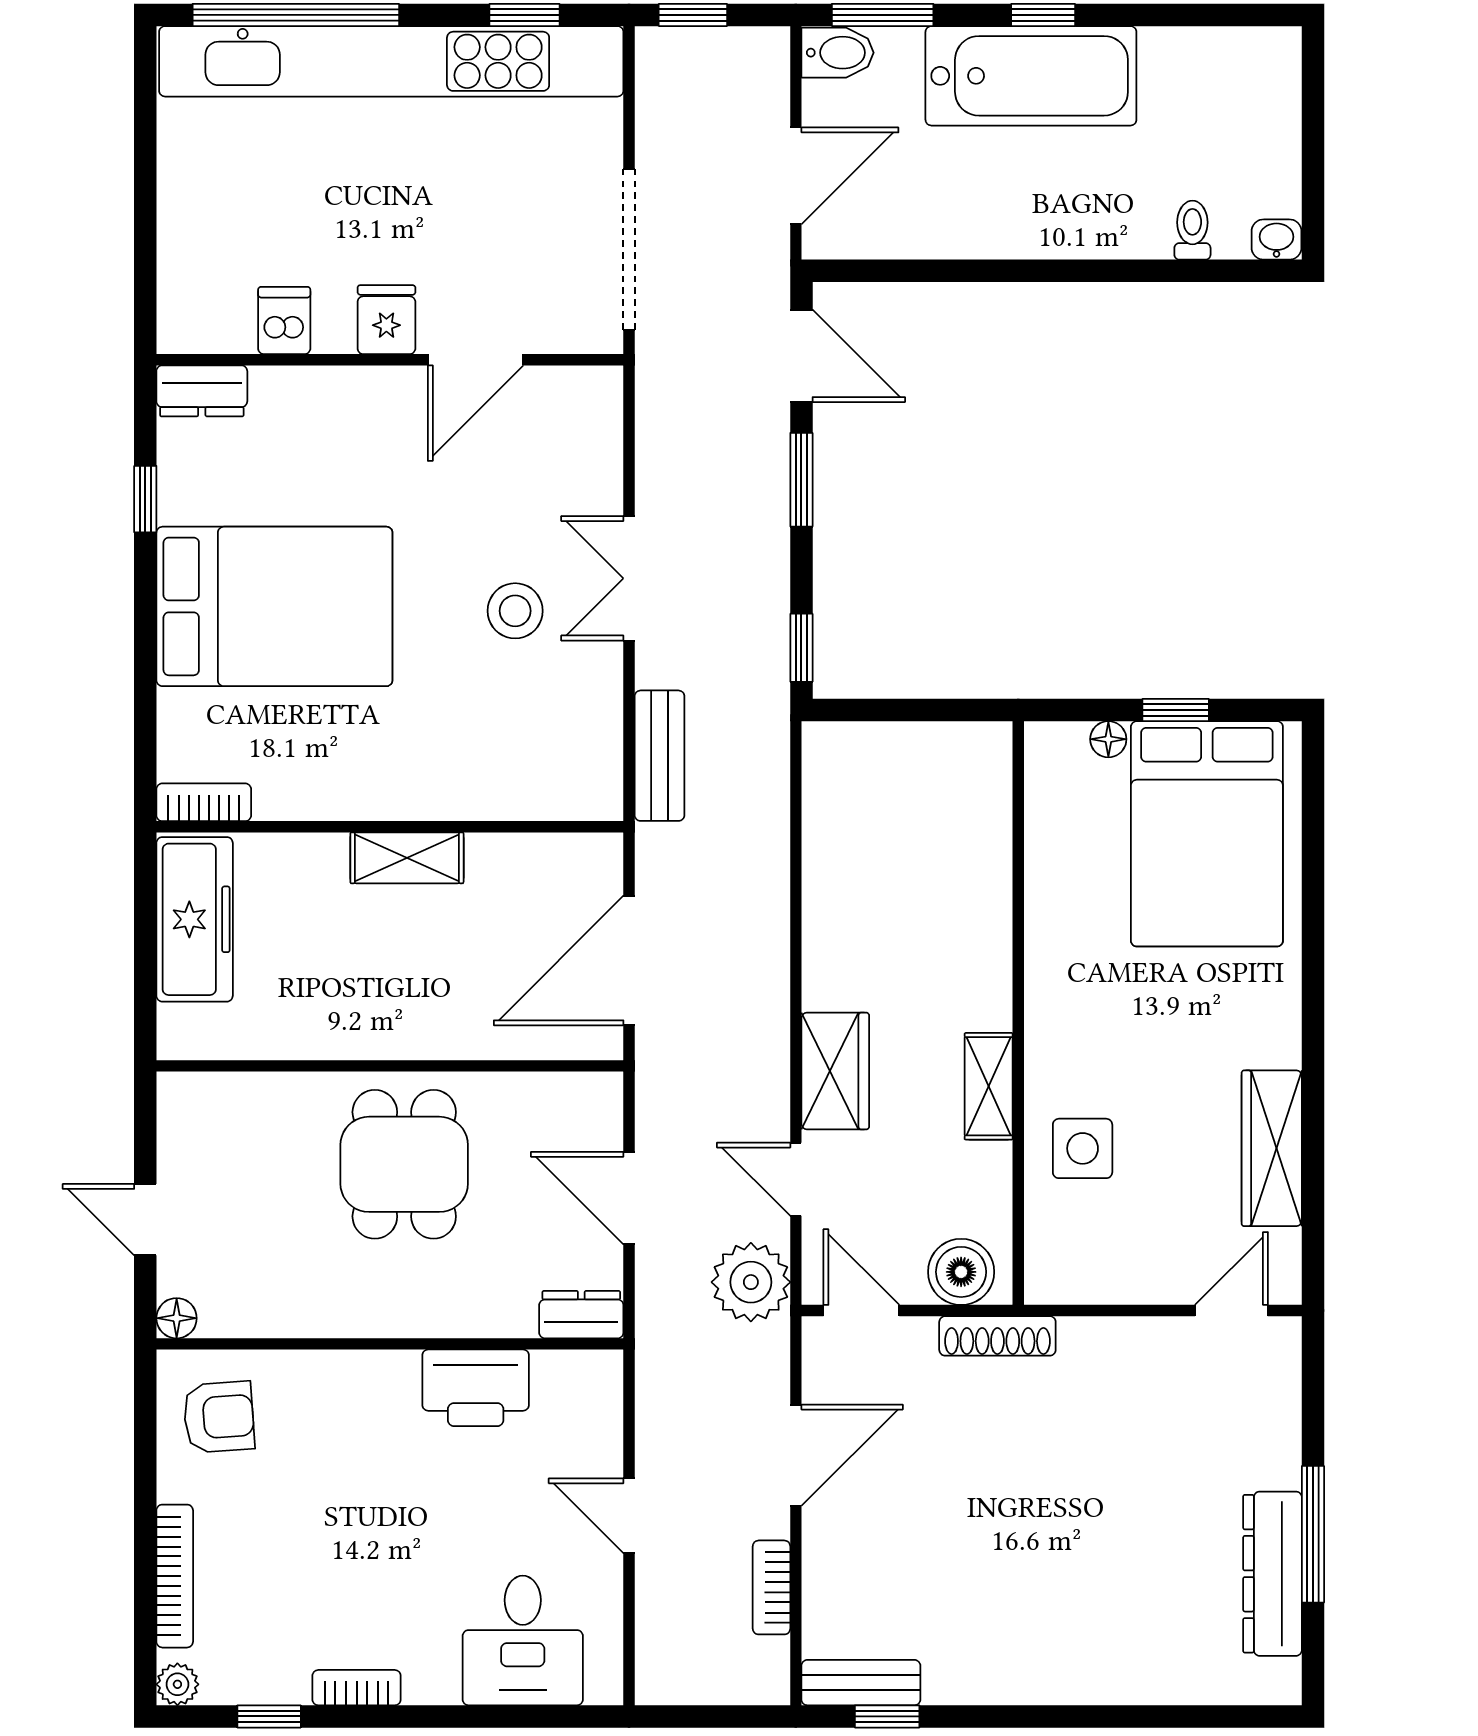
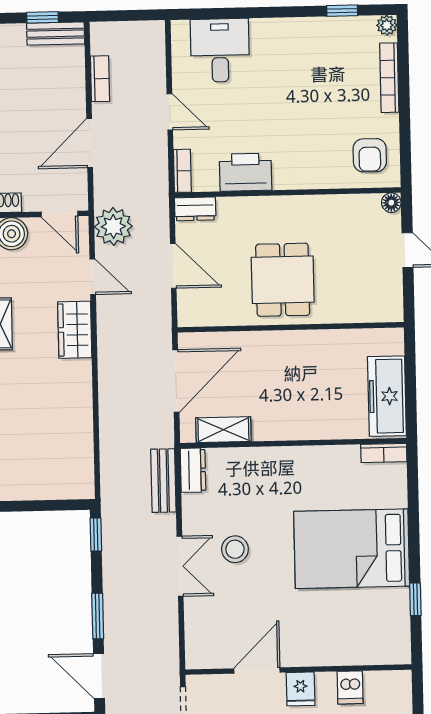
dresser: (202, 391) -> (193, 470), moved, turned 90
shelving: (407, 858) -> (223, 430), moved
armchair: (219, 1417) -> (370, 155), turned -86
bookcase: (357, 1688) -> (182, 171), moved, turned -90

